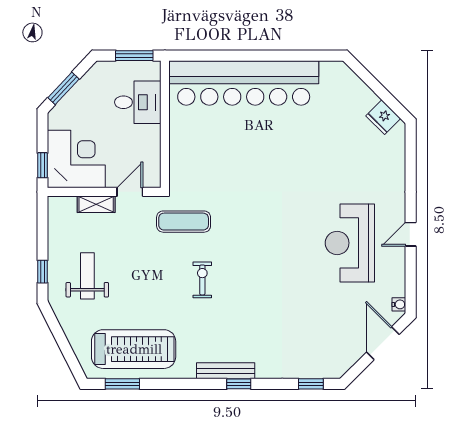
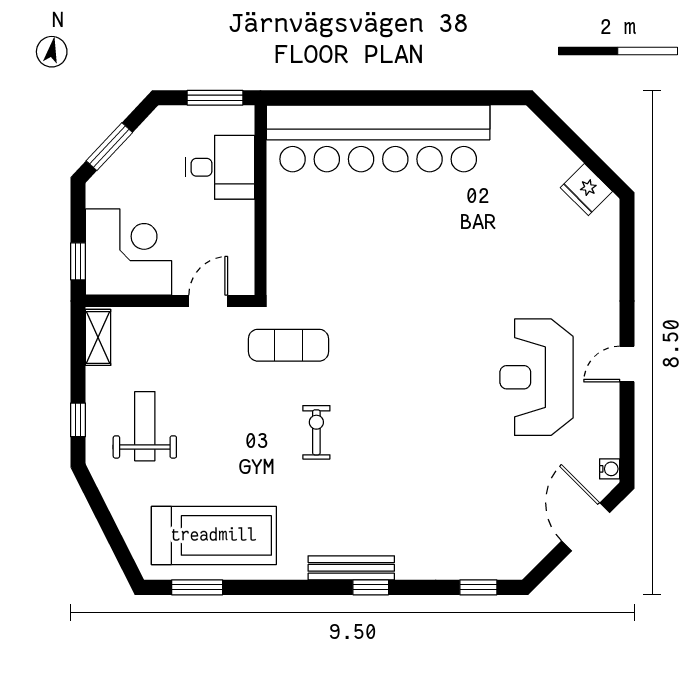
shelving: (96, 204) -> (98, 337), moved, turned 90

